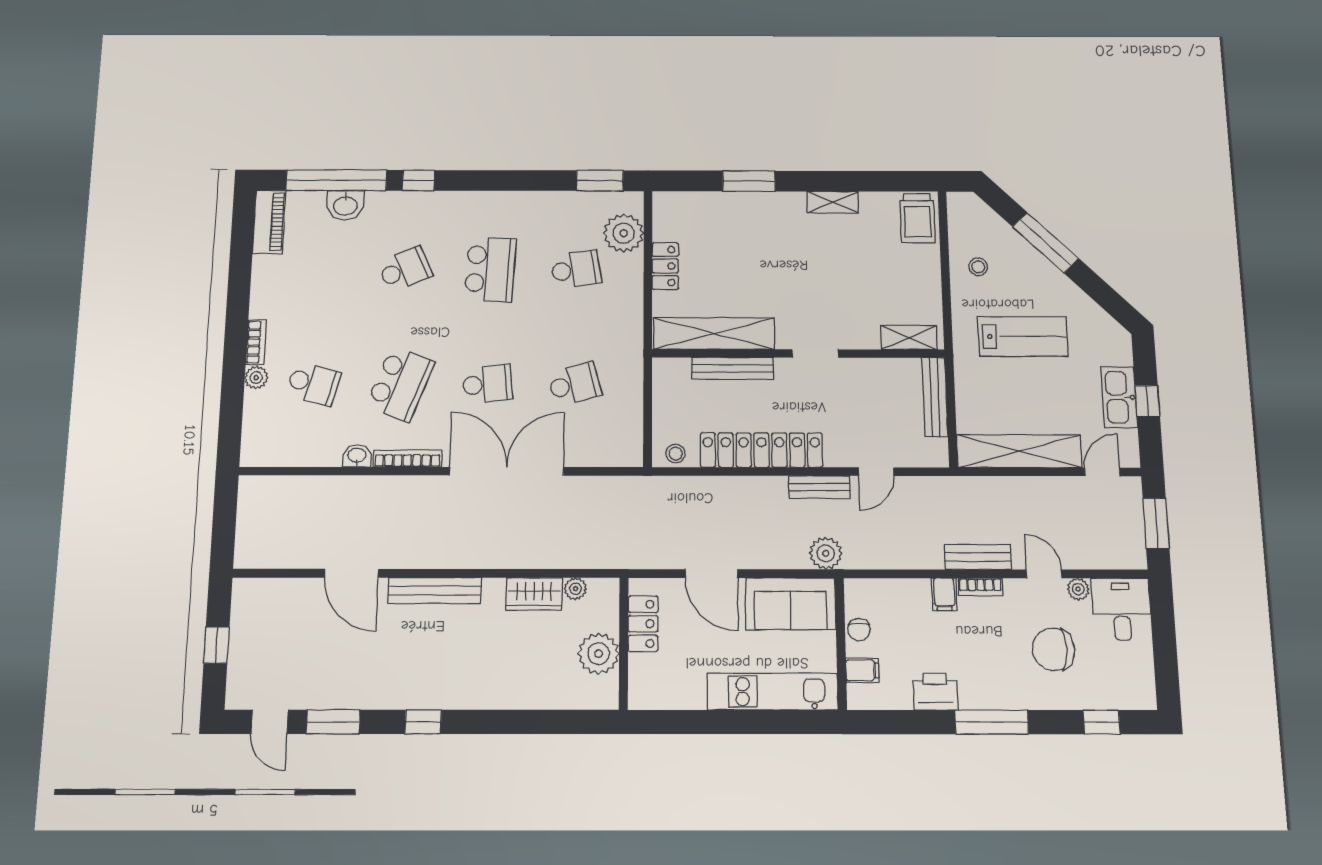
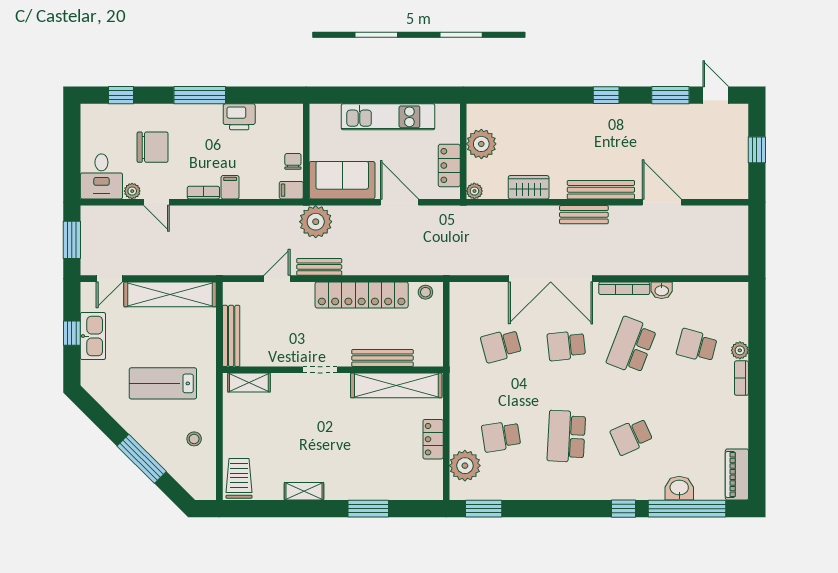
plant: (826, 553) -> (316, 222), width x1.36, depth x1.36
bench: (978, 557) -> (584, 215), moved
plant: (575, 589) -> (474, 191), moved
filing cabinet: (862, 670) -> (291, 190), moved
kitchen unit: (773, 692) -> (388, 117), moved

